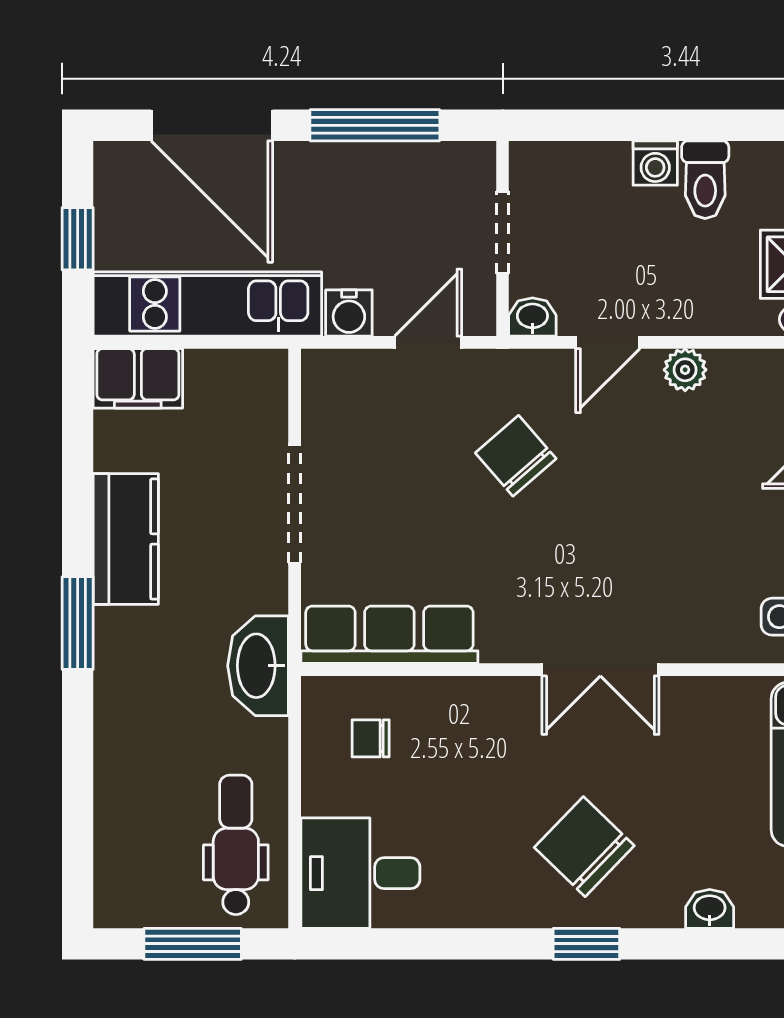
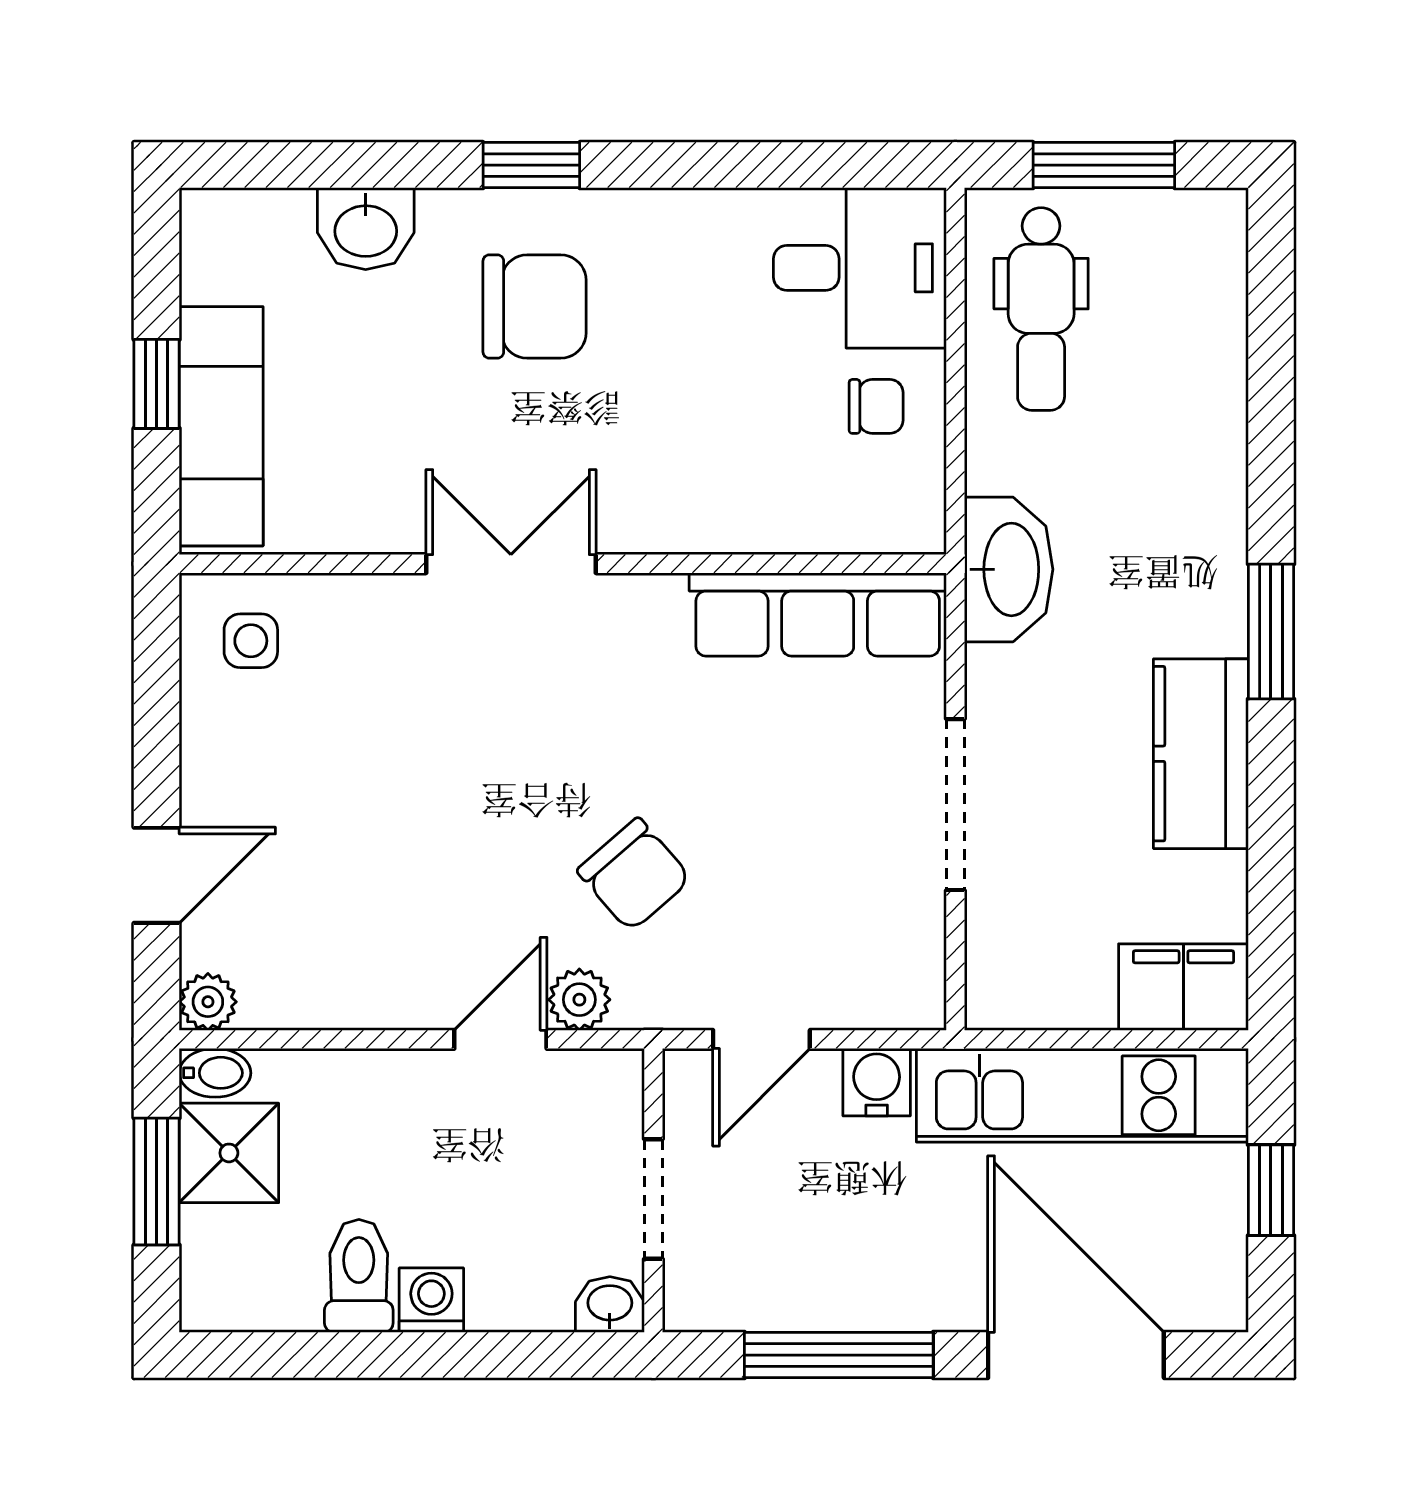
washbasin: (532, 317) -> (610, 1305), moved, turned 180
plant: (685, 370) -> (579, 1000), moved
chair: (371, 738) -> (876, 406), moved
chair: (584, 847) -> (535, 307), turned -44
washbasin: (710, 909) -> (366, 229), width x1.38, depth x1.45

